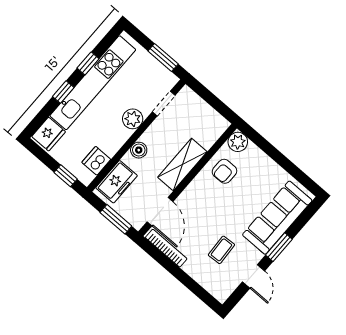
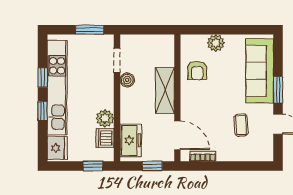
plant: (133, 119) -> (105, 118), moved
plant: (238, 142) -> (216, 43), moved
boiler: (139, 150) -> (127, 80), moved
window: (116, 219) -> (152, 166), width x0.67
bookcase: (166, 248) -> (203, 156), width x0.64

